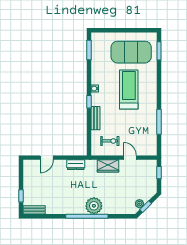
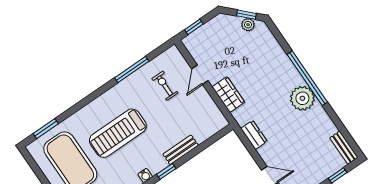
exercise bike: (110, 141) -> (165, 86), moved
plant: (94, 206) -> (302, 98), moved

